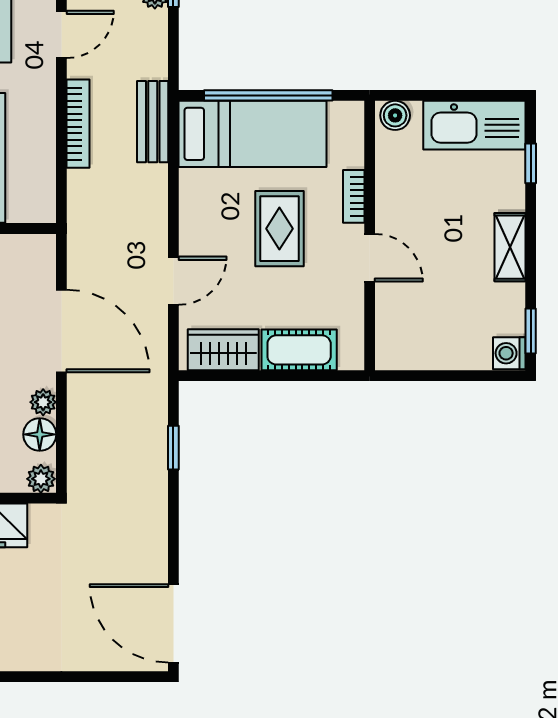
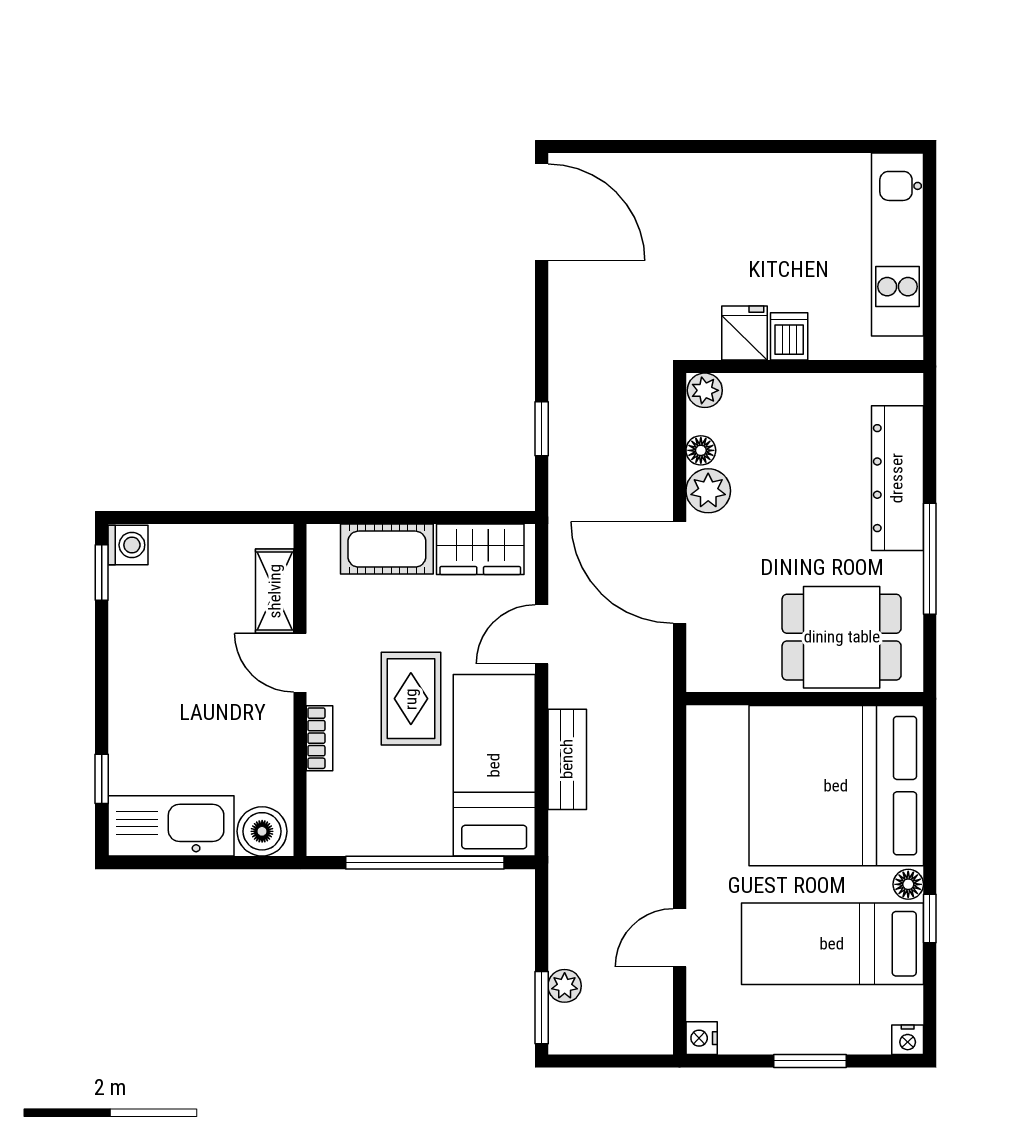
boiler: (395, 115) -> (262, 831), width x1.36, depth x1.36
bench: (153, 122) -> (567, 759), moved
bookcase: (78, 124) -> (659, 828), removed
bed: (253, 134) -> (494, 765), moved, turned 90
shelving: (510, 247) -> (275, 591), moved
plant: (43, 402) -> (708, 491), width x1.38, depth x1.38
floor lamp: (40, 434) -> (701, 450), width x0.73, depth x0.73

